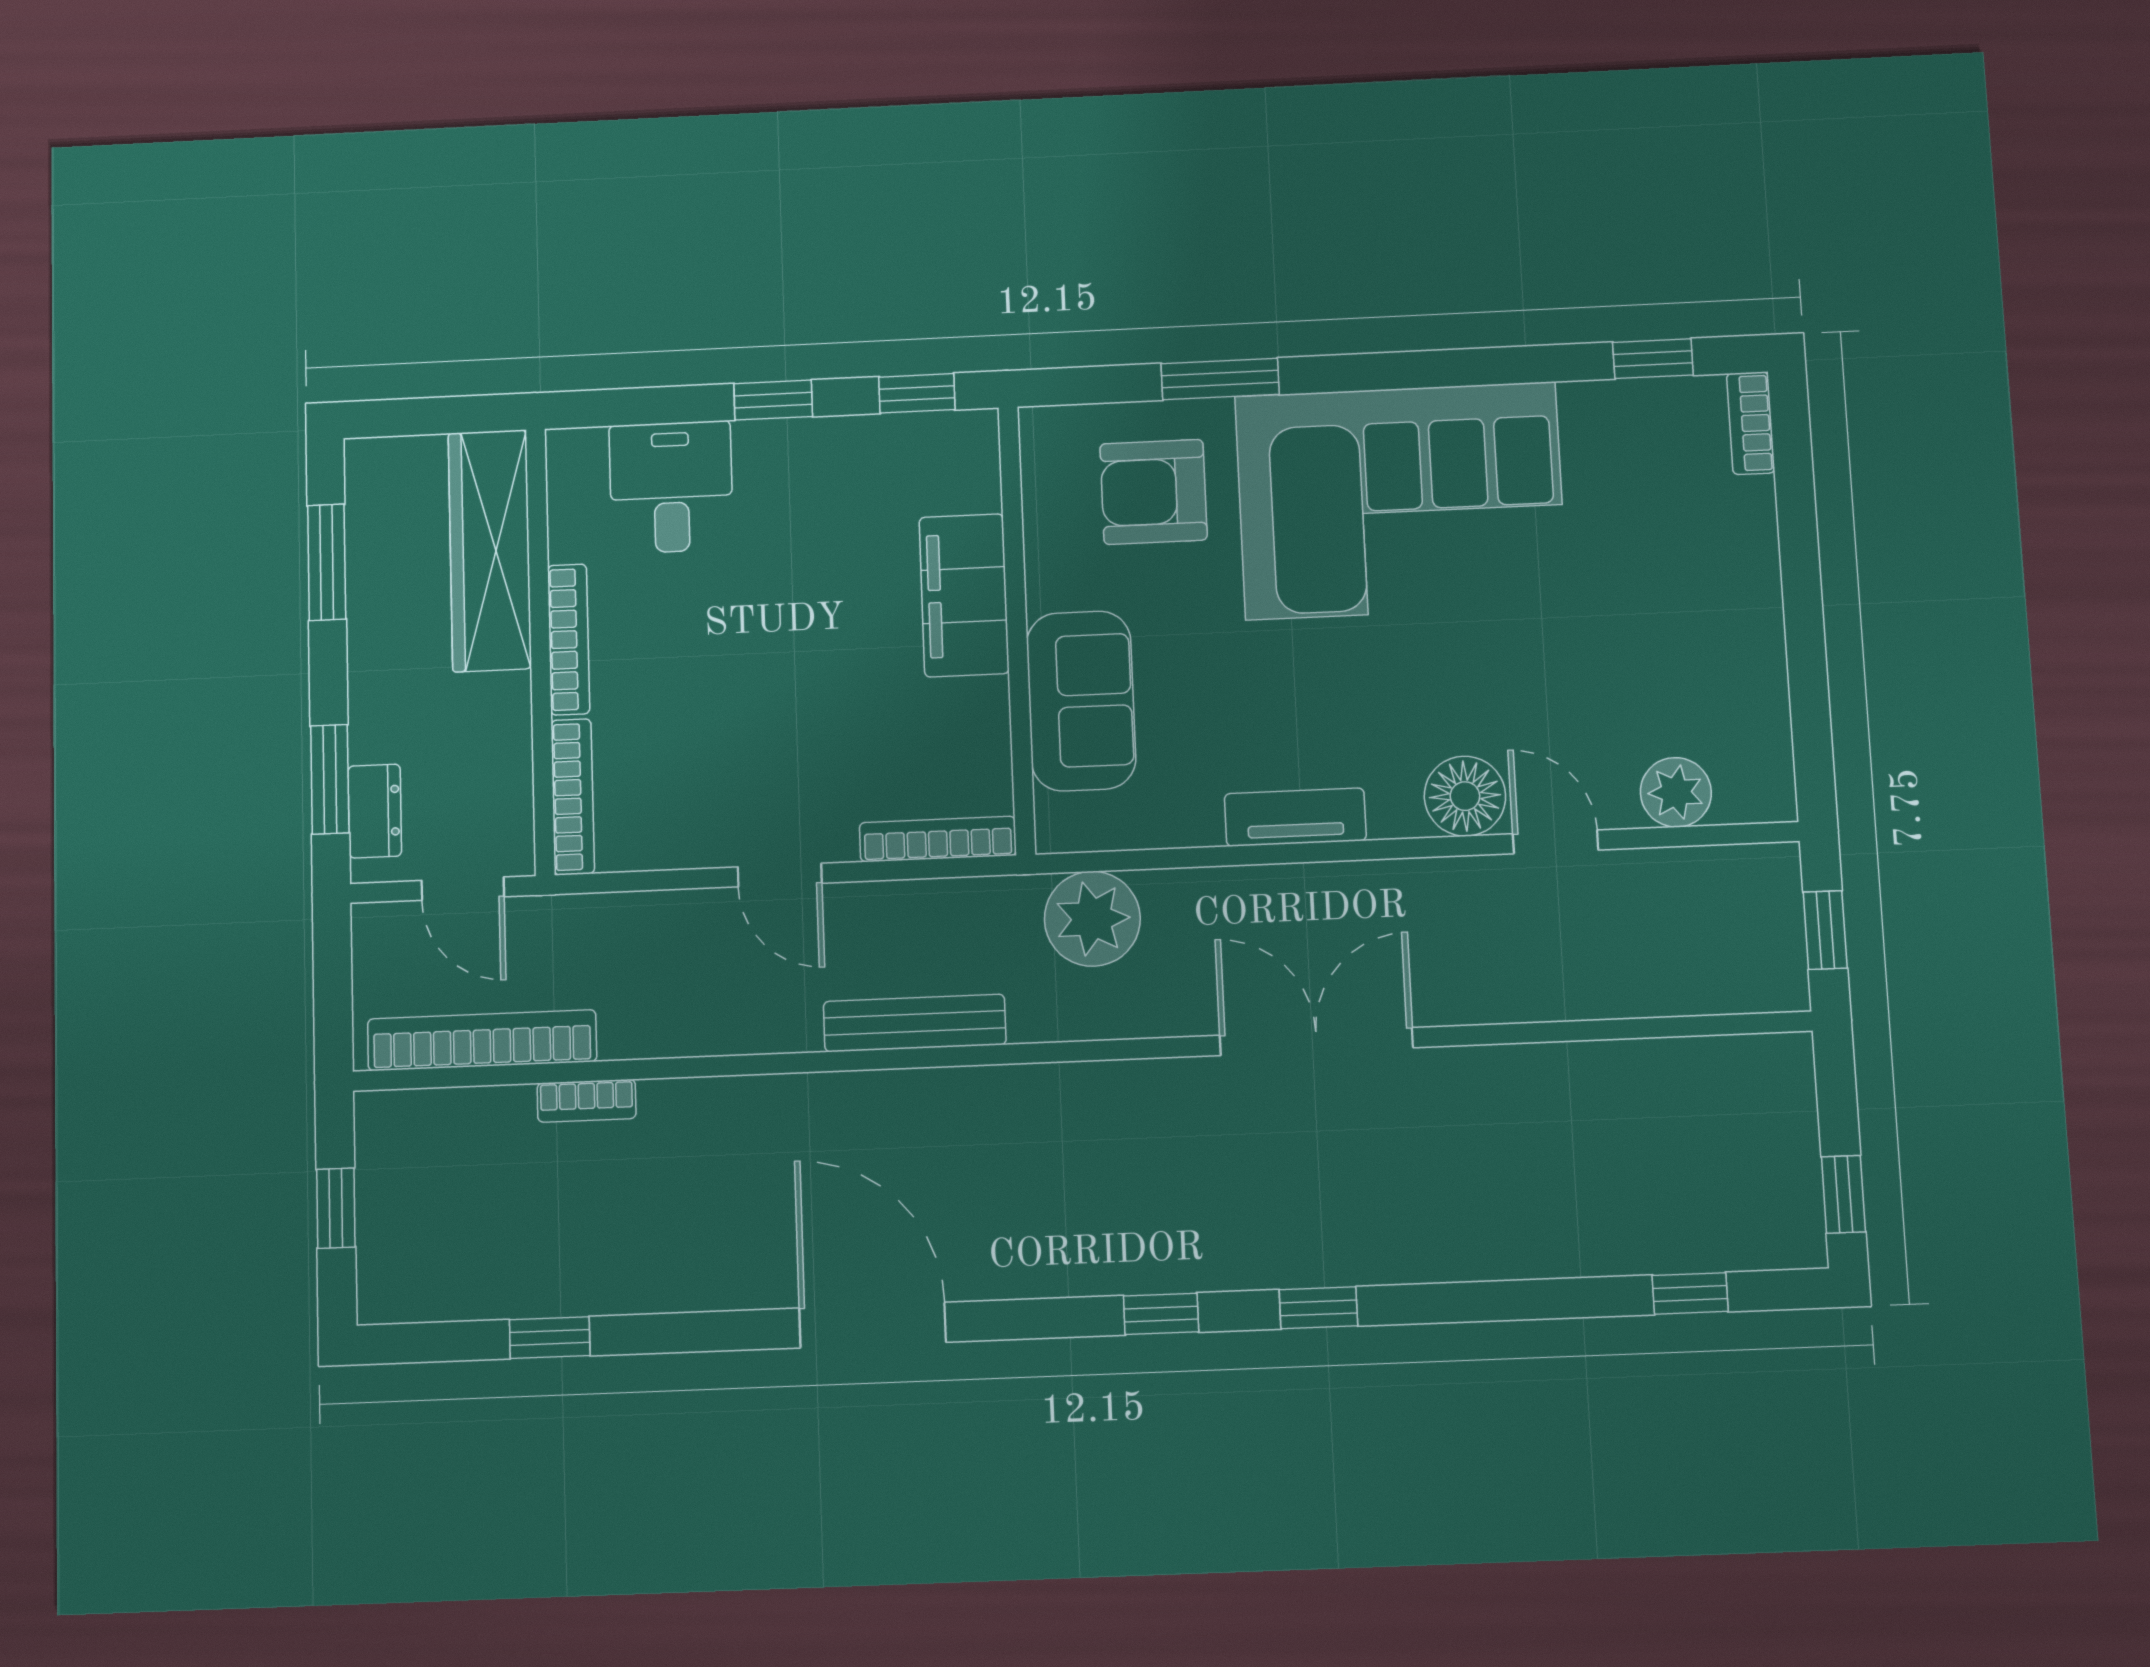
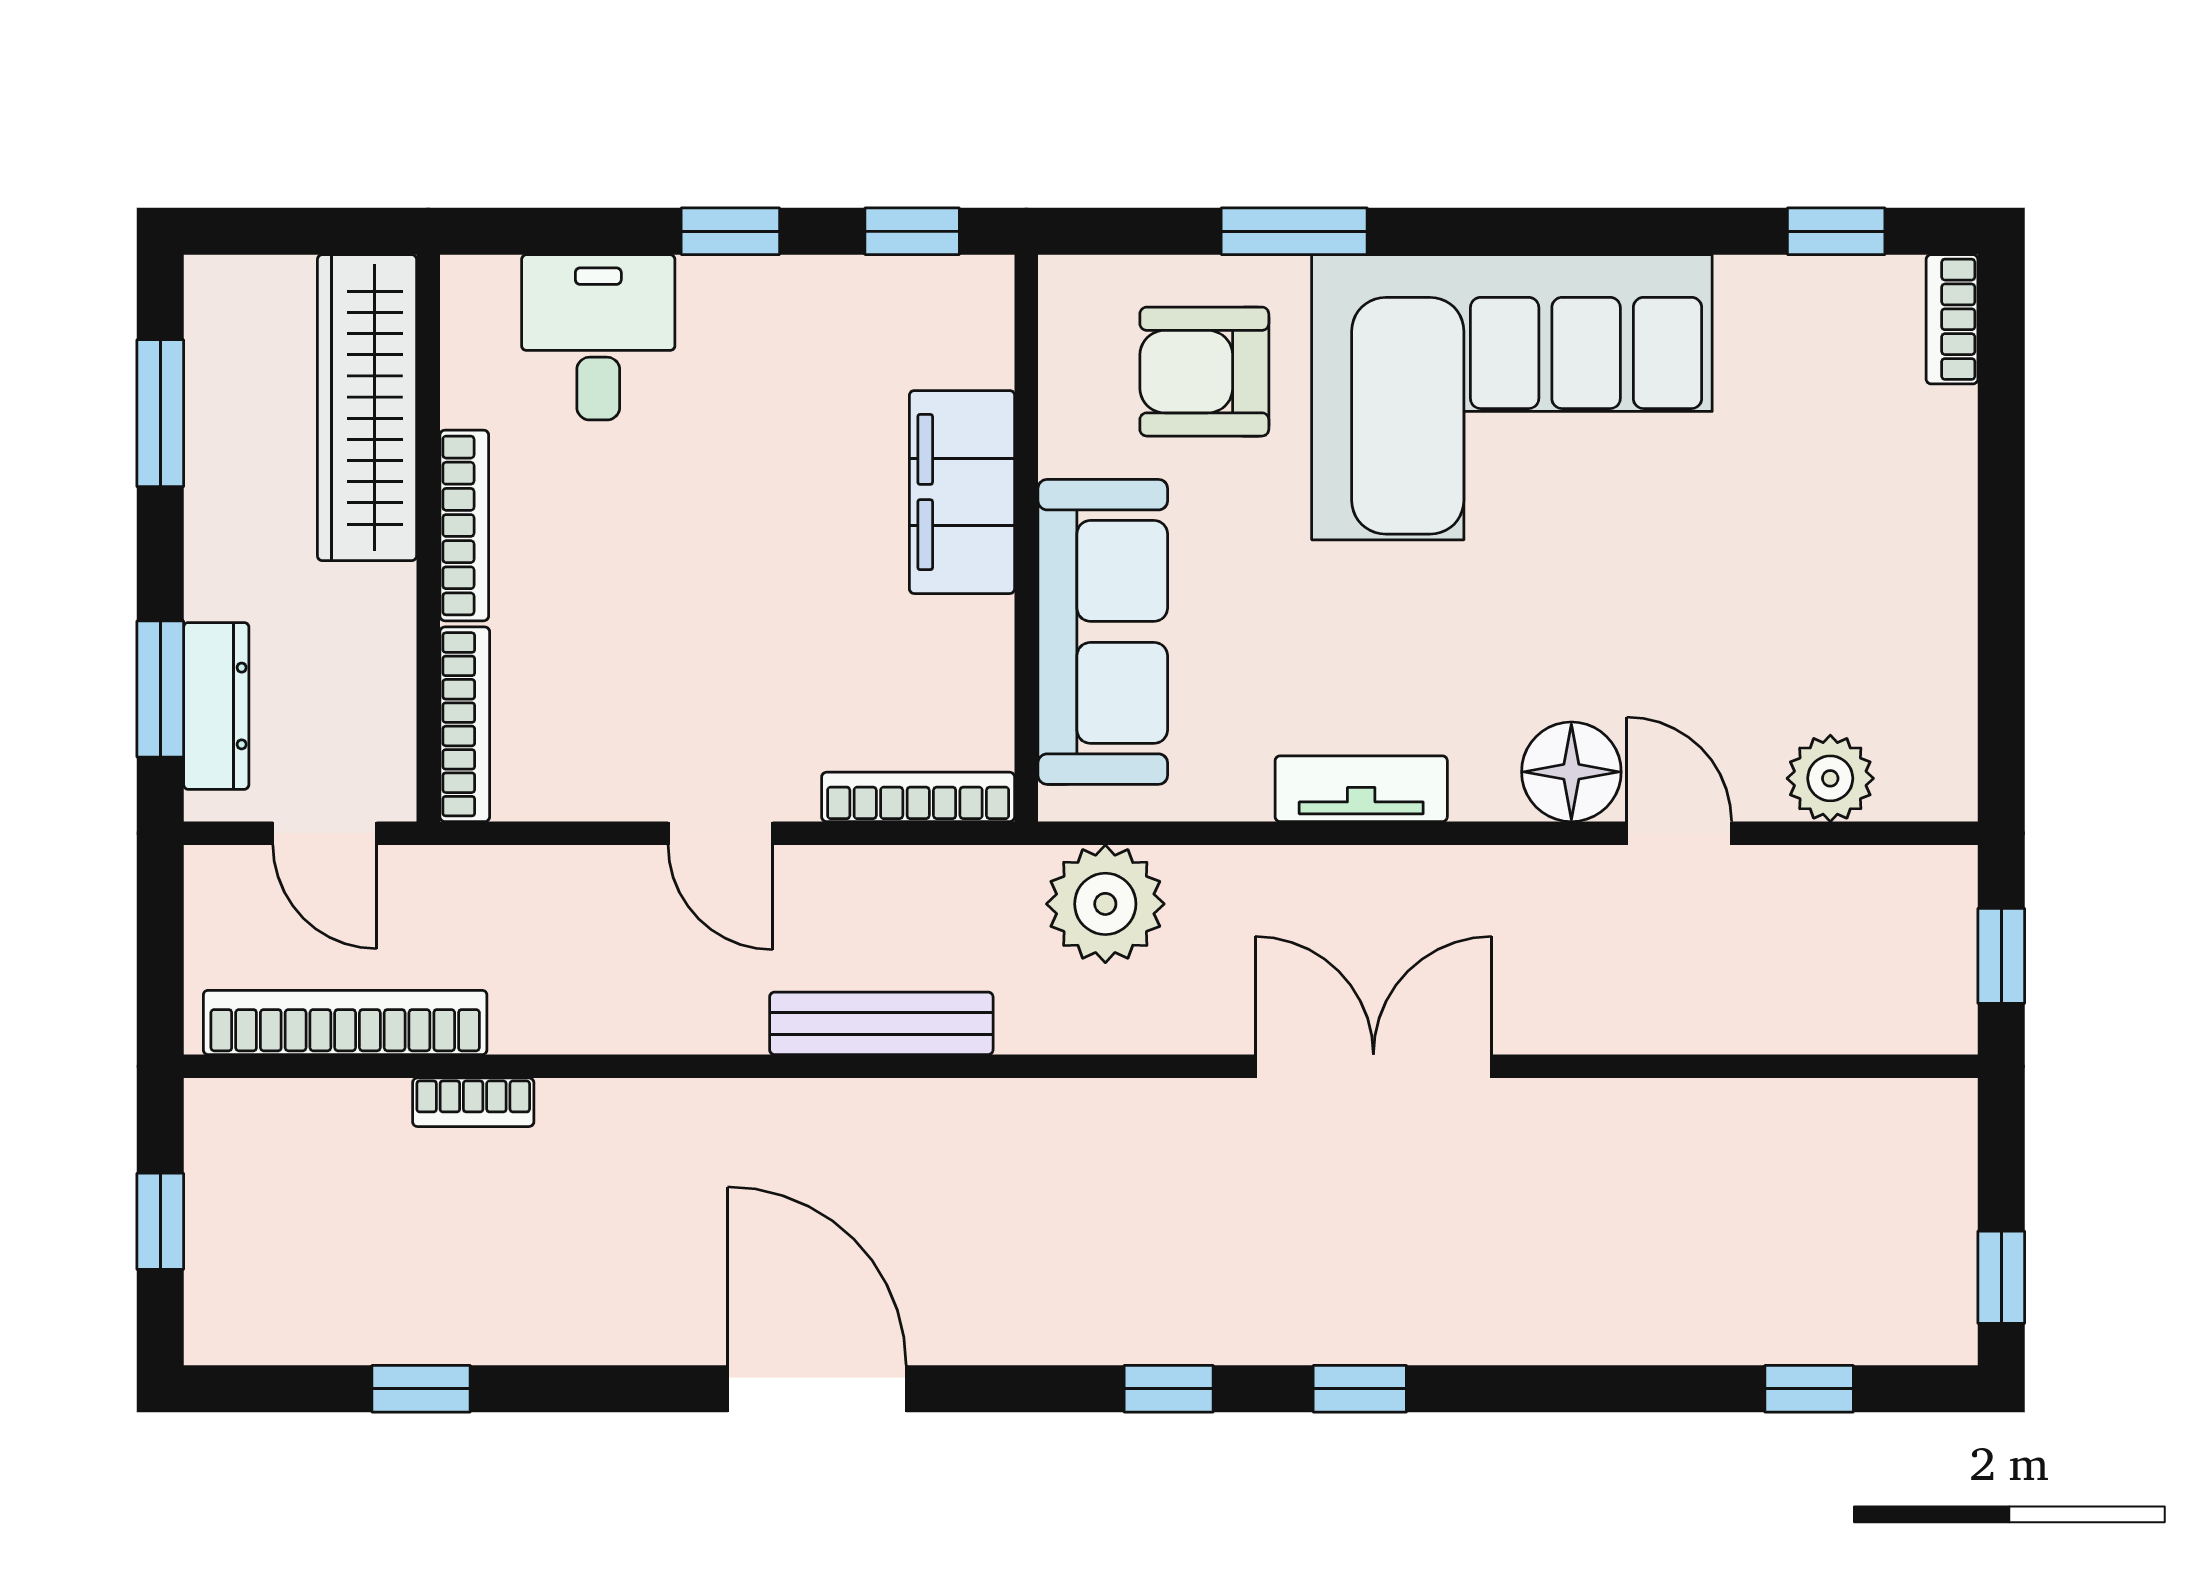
sofa: (1081, 701) -> (1103, 632), width x1.36
dresser: (375, 811) -> (216, 706), width x1.44

